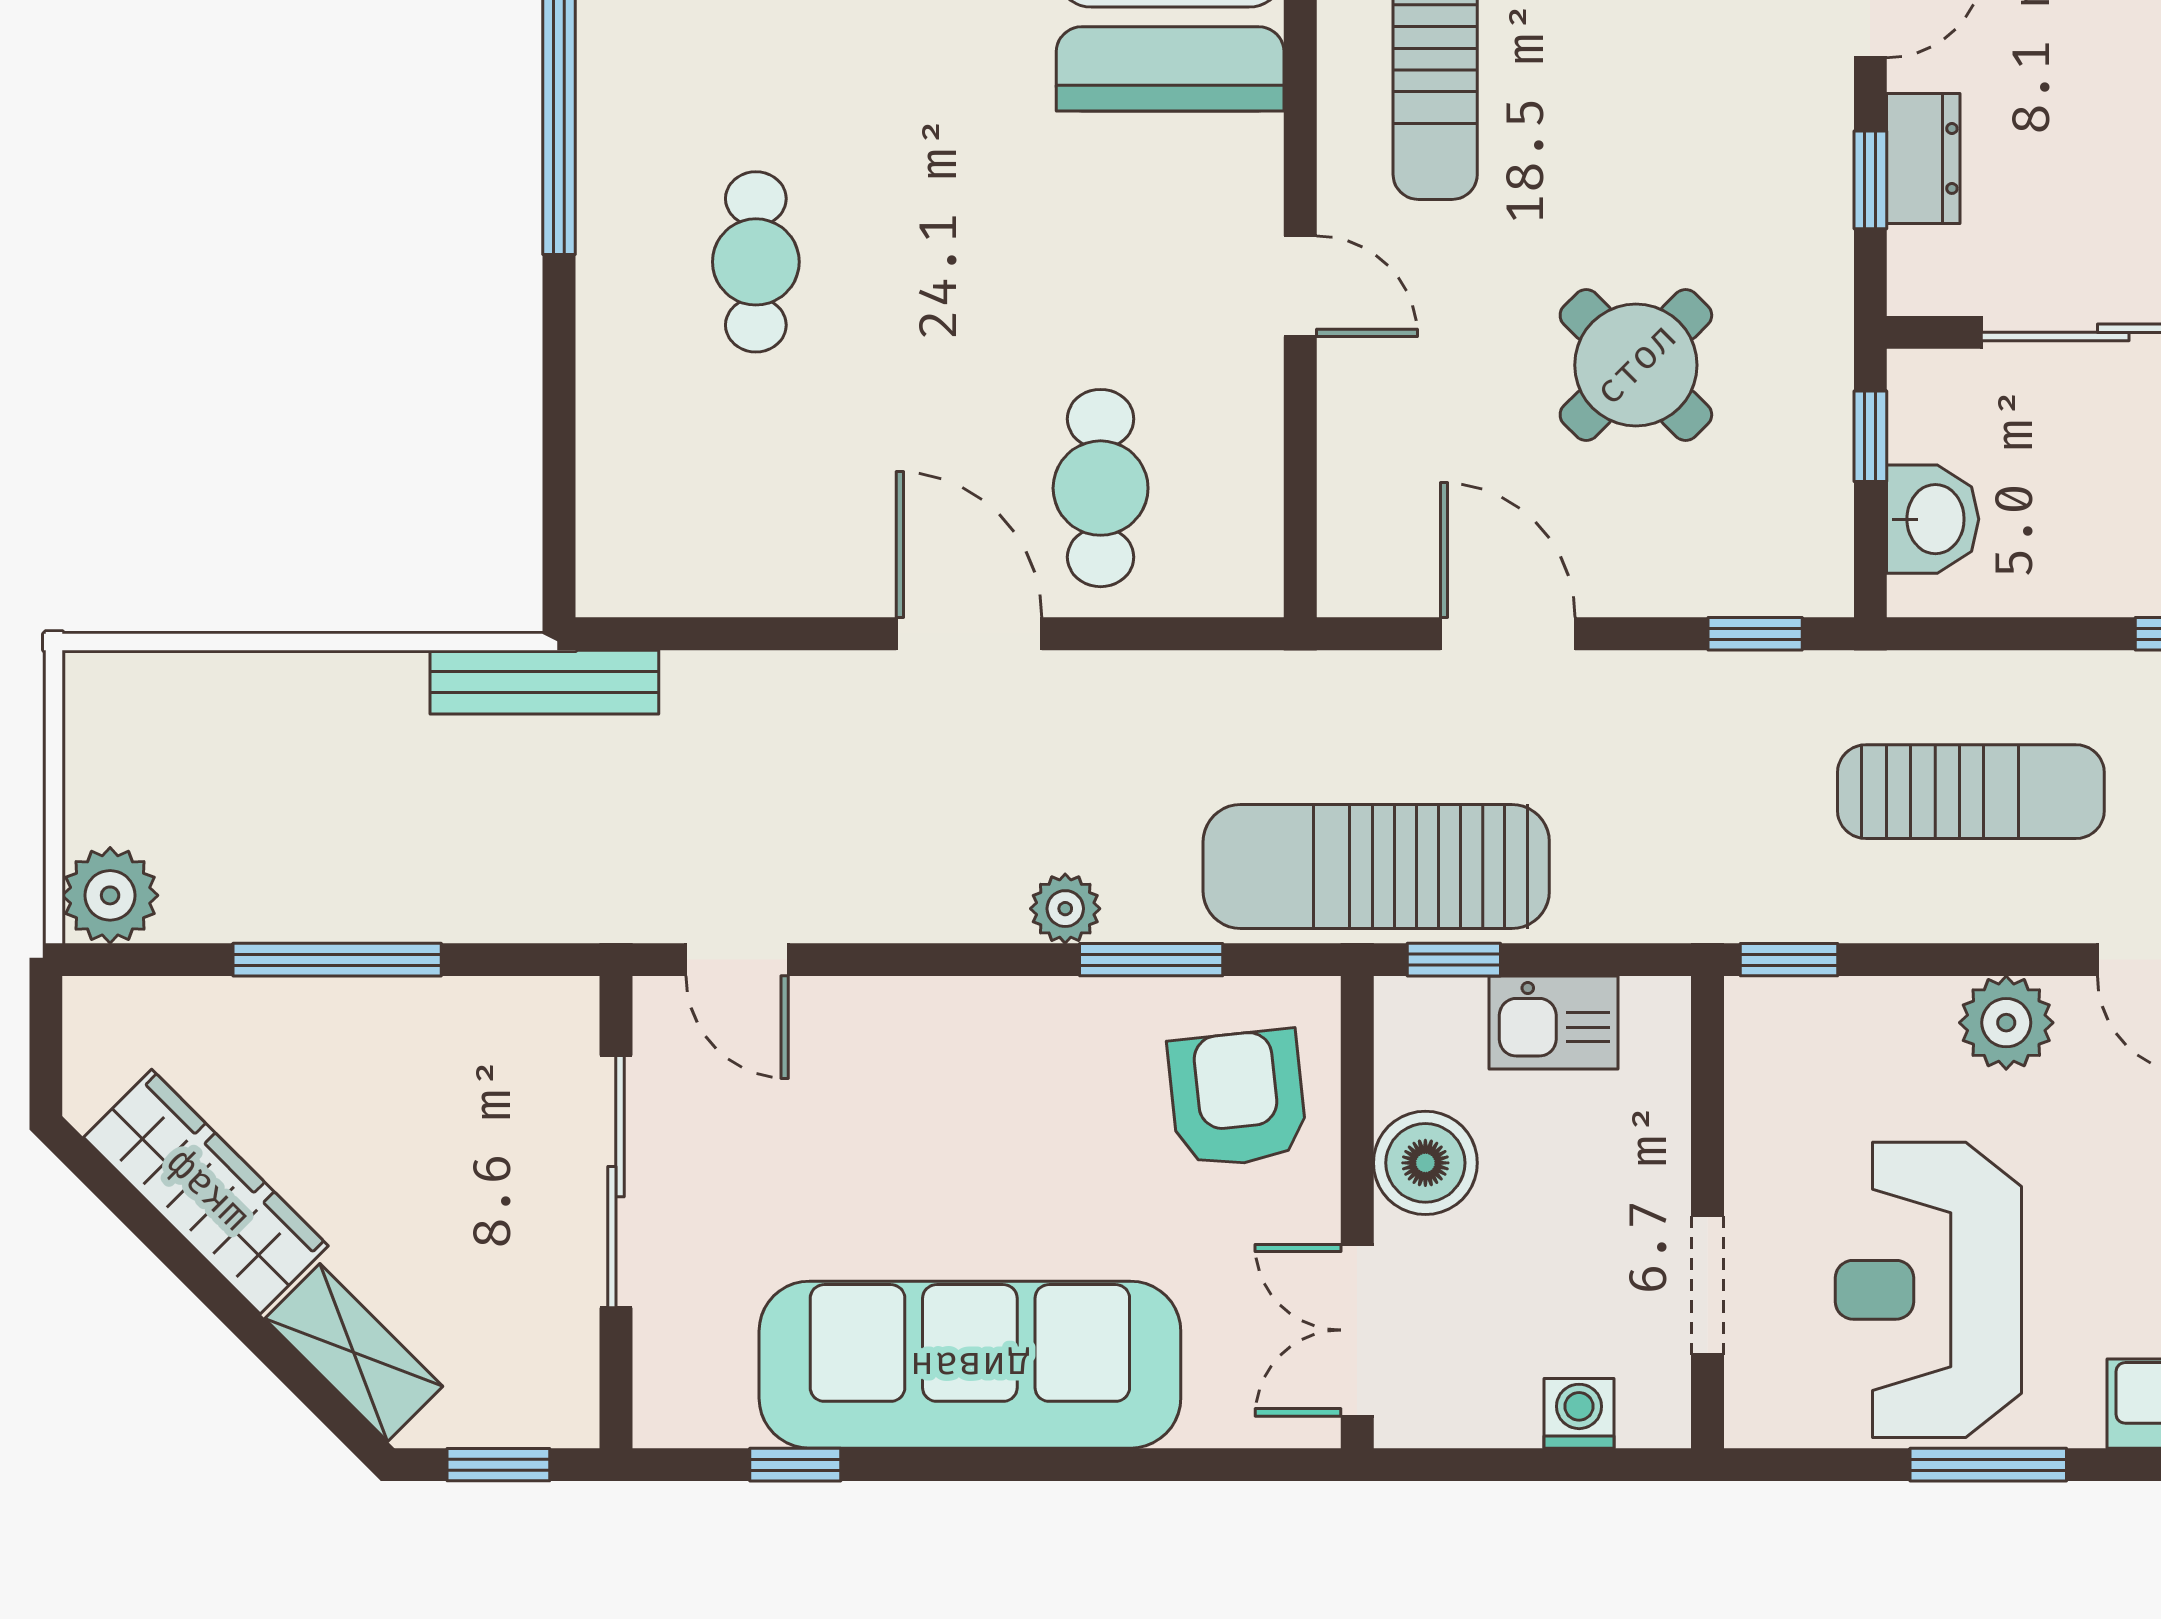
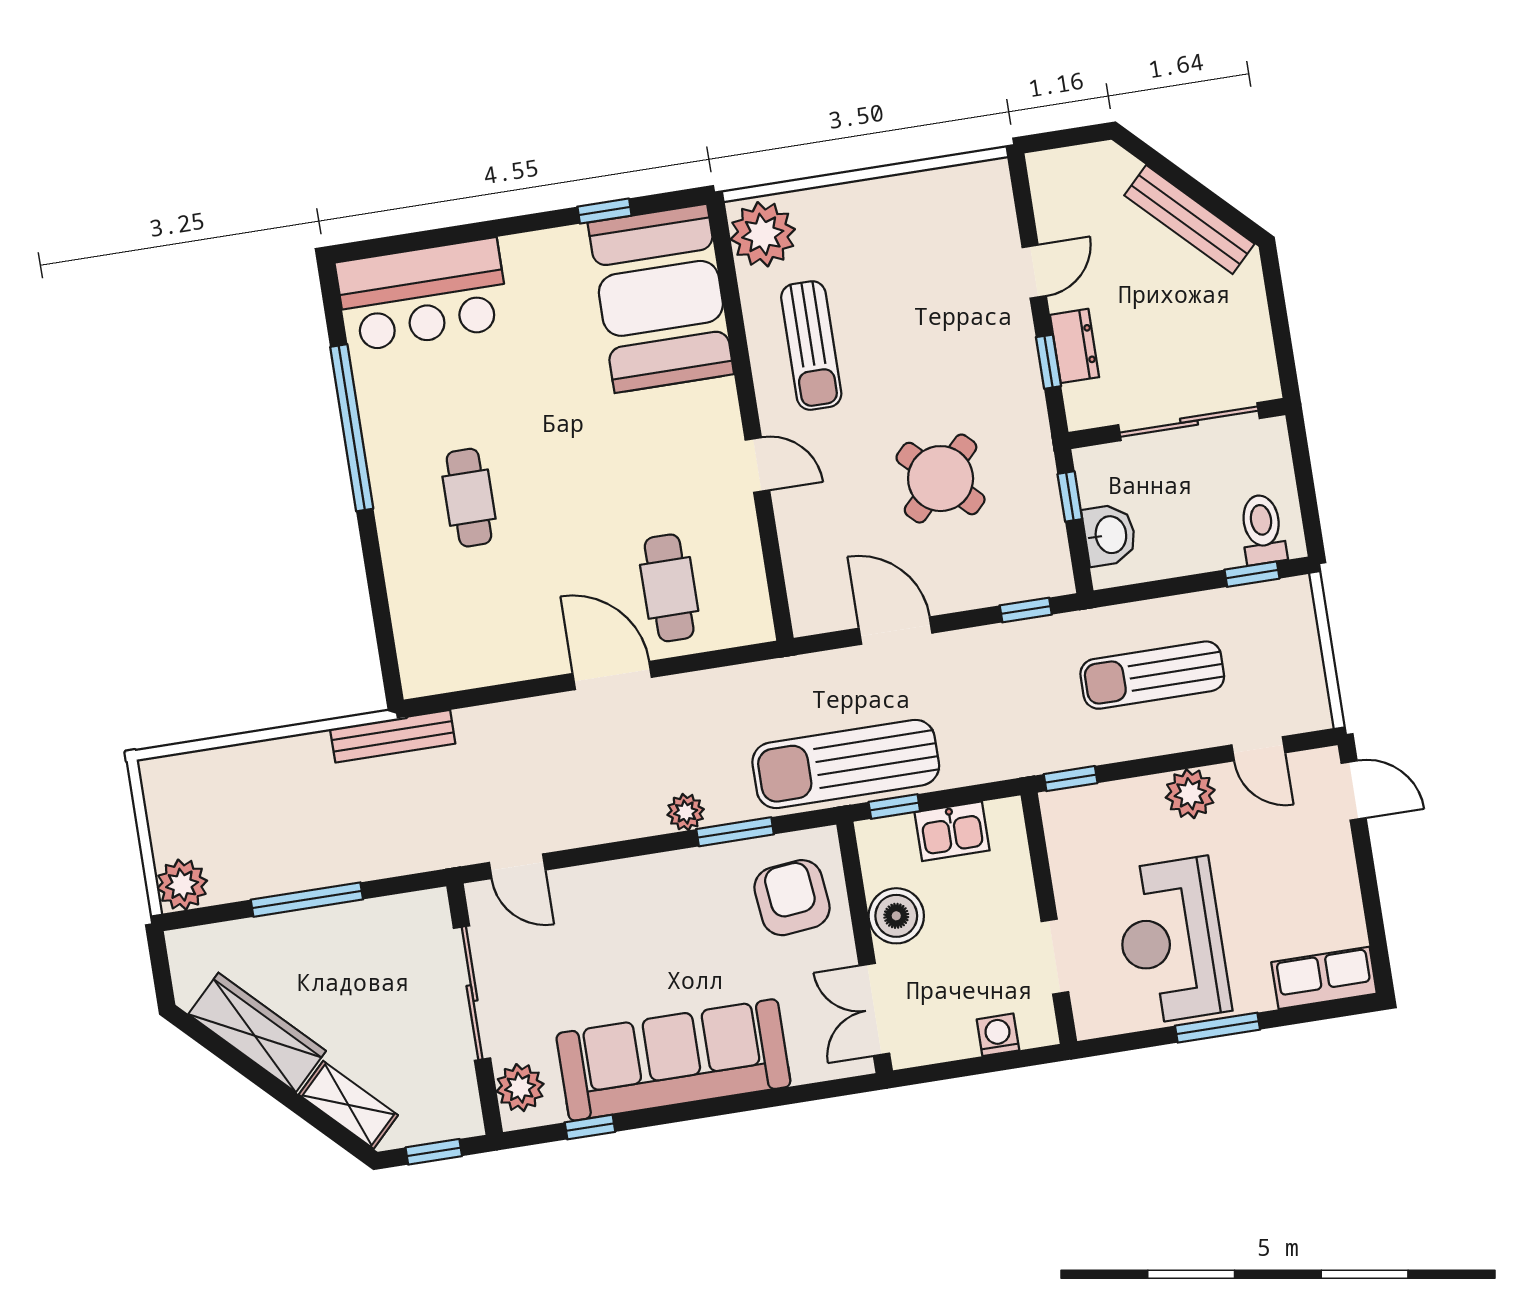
sun lounger: (1971, 792) -> (1152, 675), turned 180
plant: (677, 1371) -> (520, 1088), added

